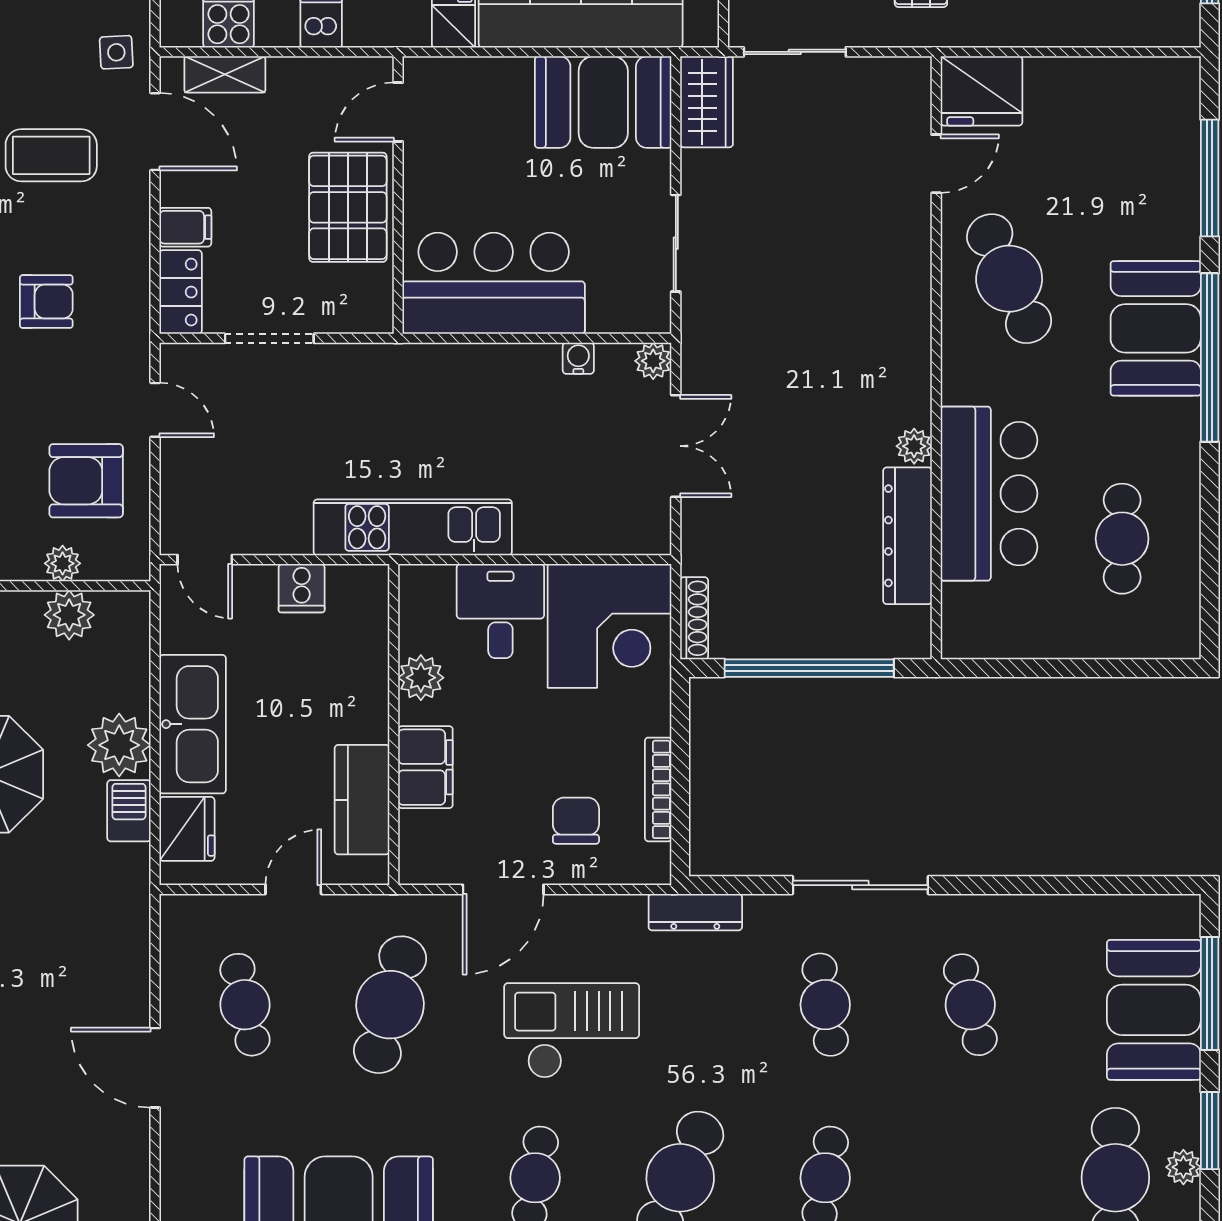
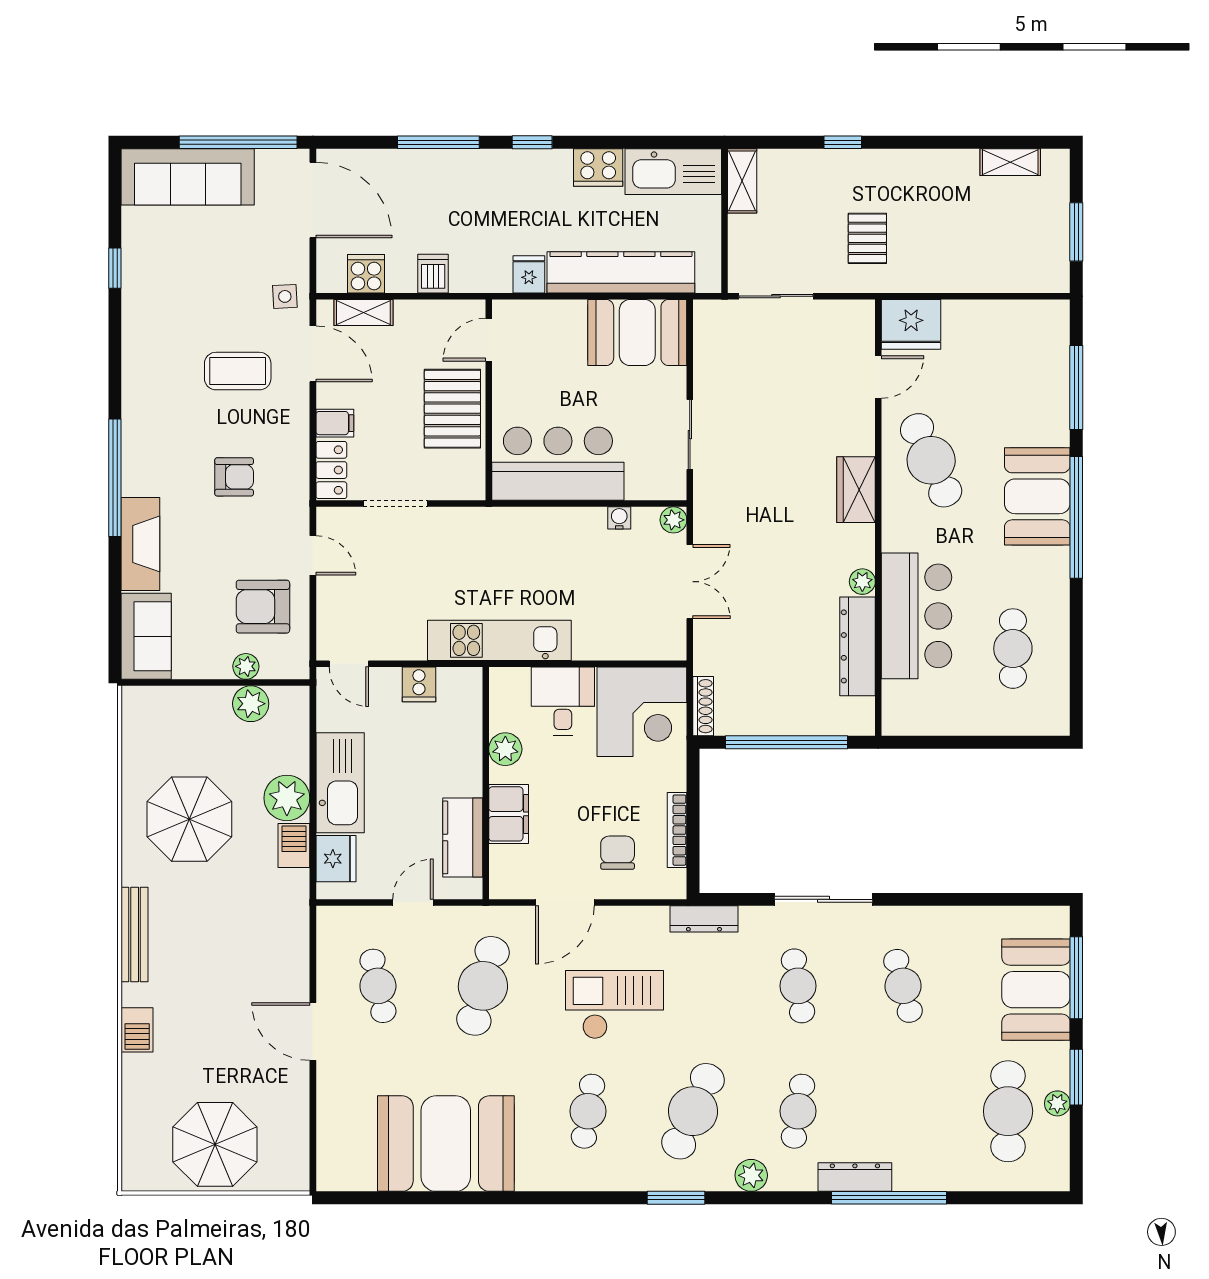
wardrobe: (707, 102) -> (856, 490), moved, turned 180

